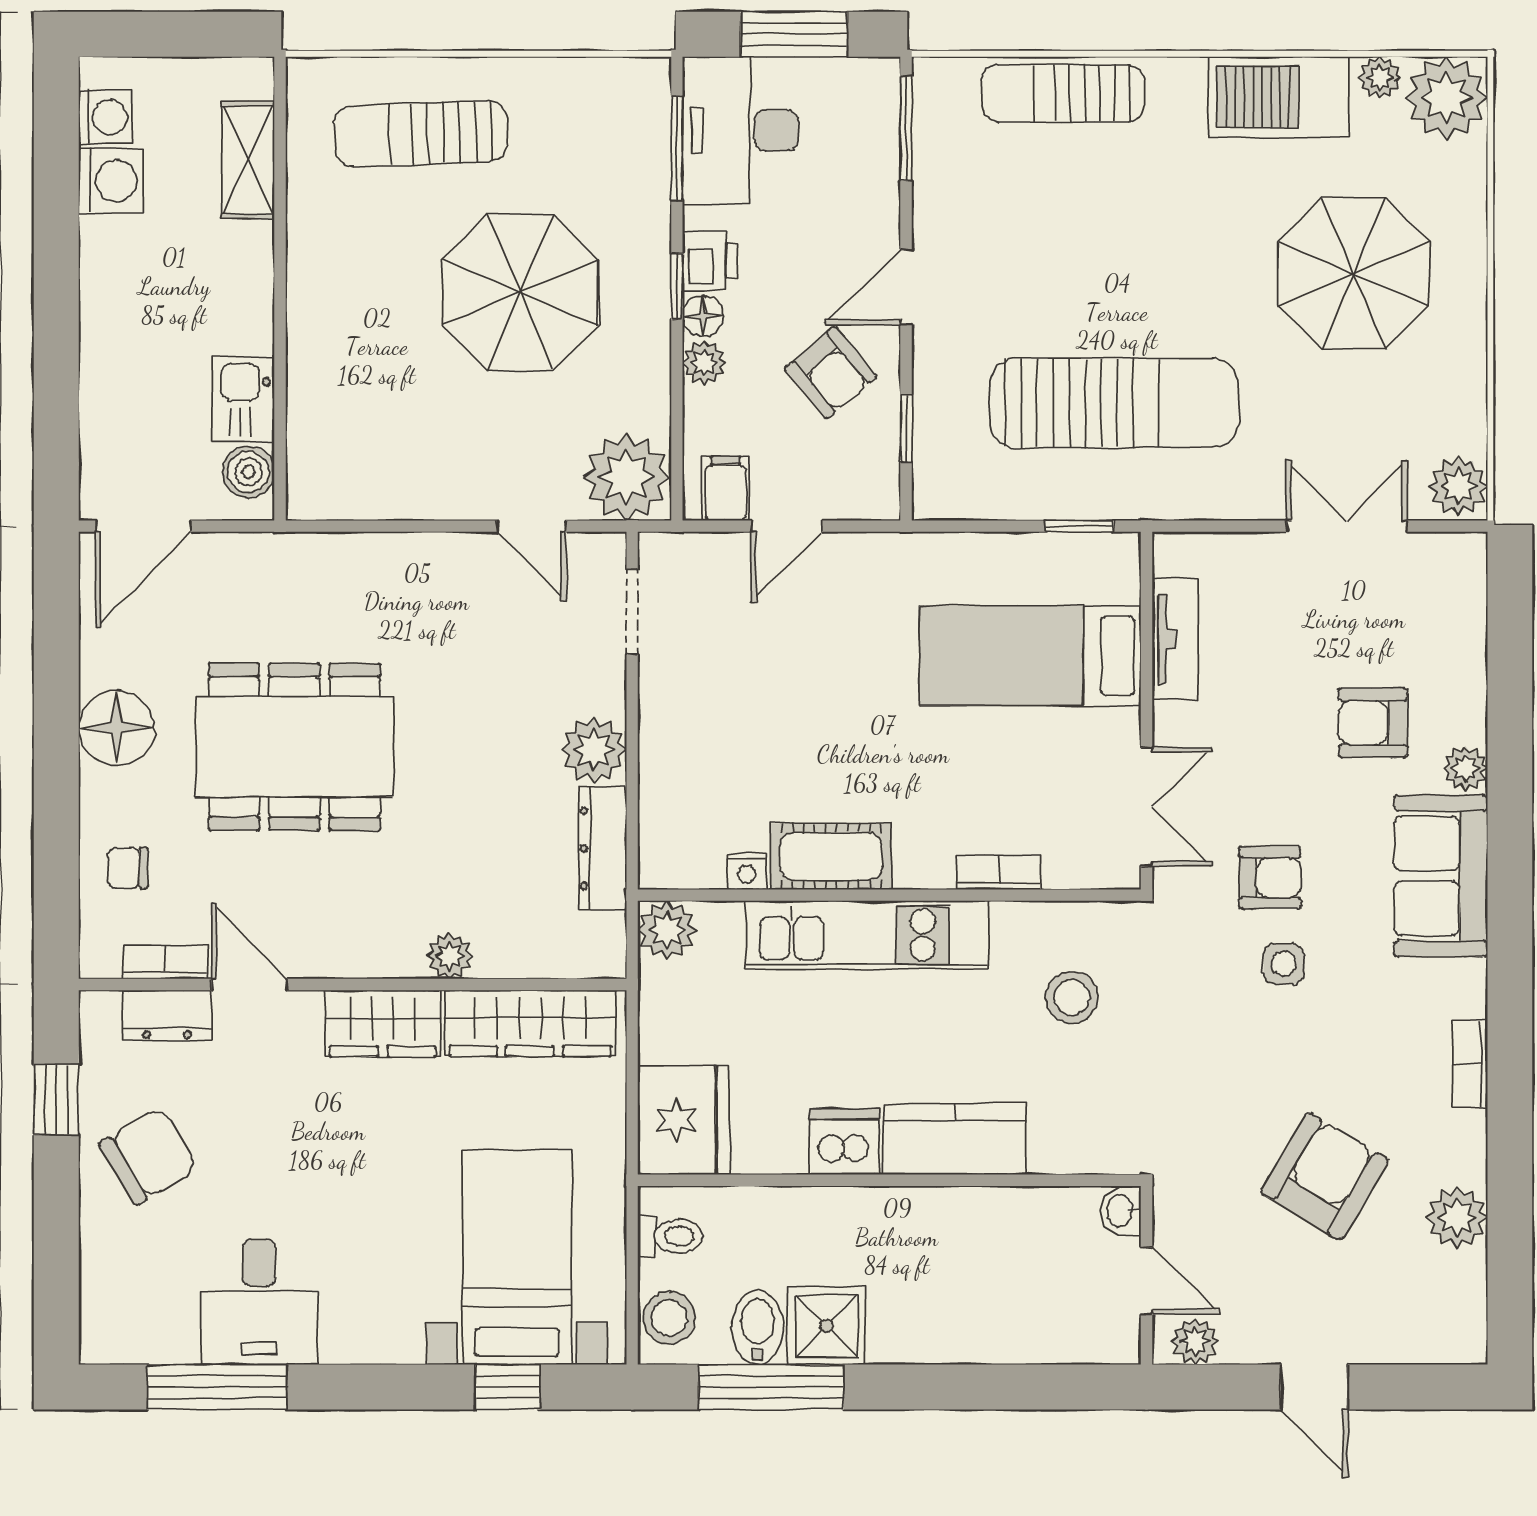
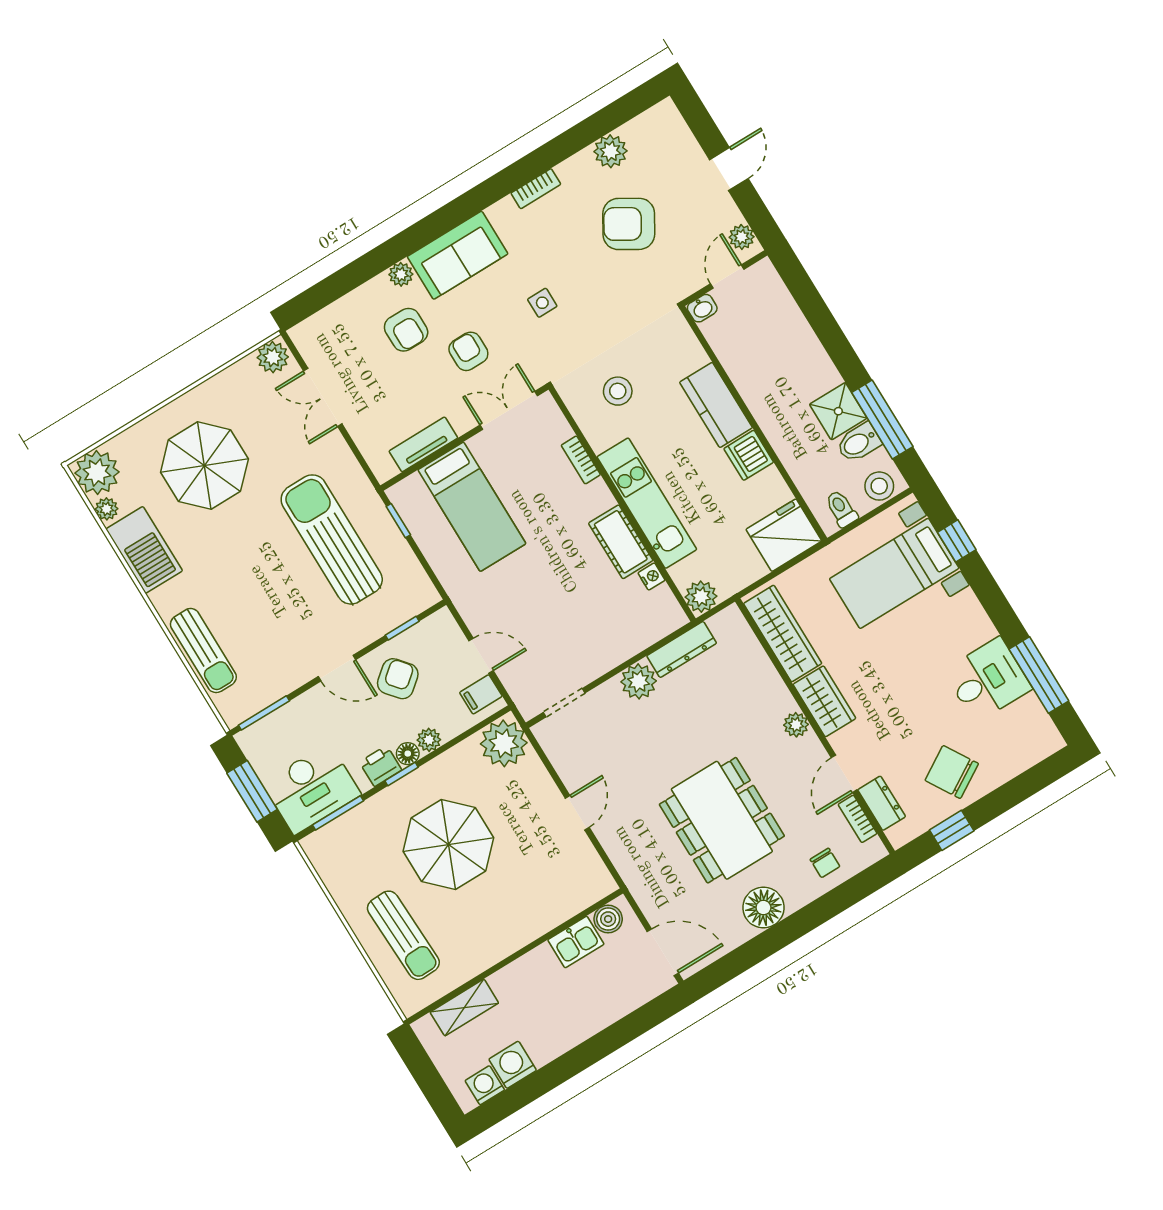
door: (531, 526) -> (577, 813), moved
armchair: (1270, 878) -> (468, 351), moved
plant: (450, 956) -> (796, 725), moved

